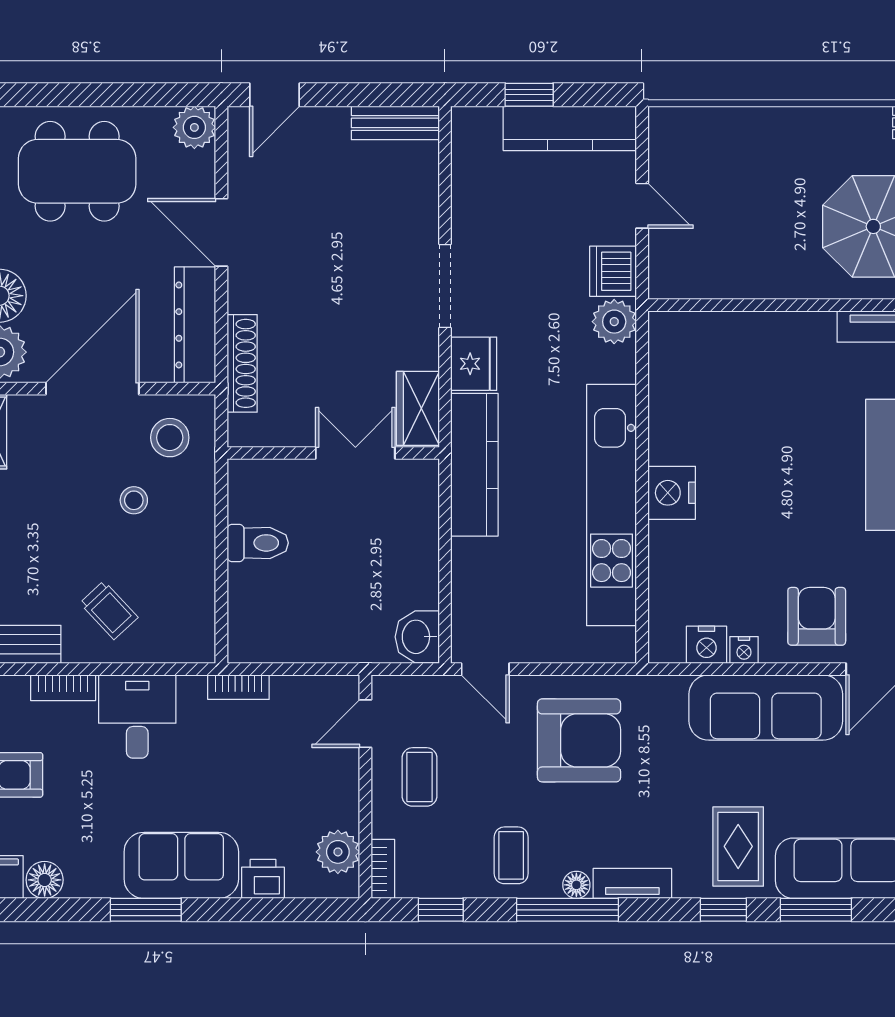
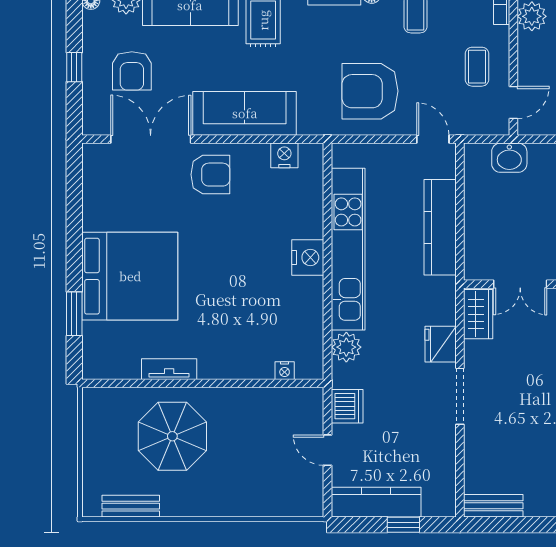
plant: (614, 322) -> (346, 347), moved
kitchen counter: (474, 465) -> (440, 227), moved
armchair: (817, 616) -> (210, 175), turned -90
washbasin: (417, 637) -> (509, 158), moved, turned 90
nightstand: (744, 650) -> (285, 371), moved, turned 180

